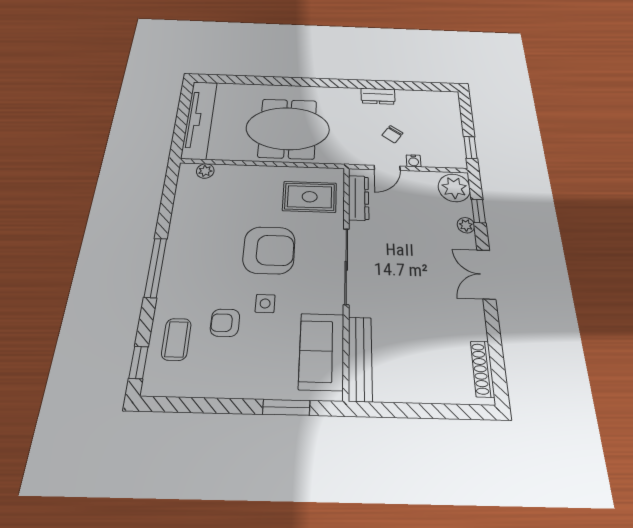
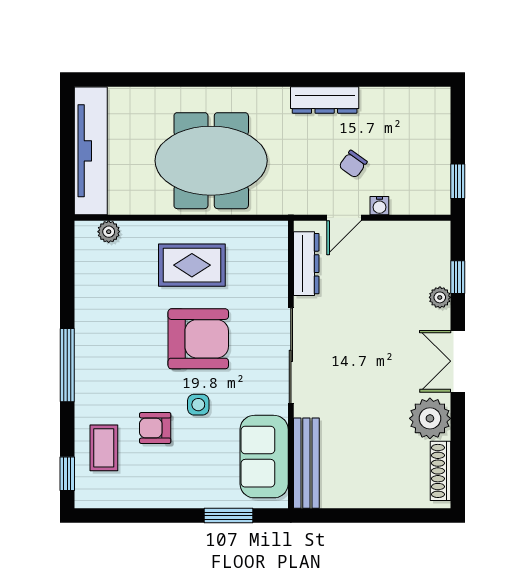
dresser: (378, 96) -> (325, 100), width x1.44
plant: (454, 188) -> (430, 418), moved
rug: (310, 197) -> (192, 265), moved

